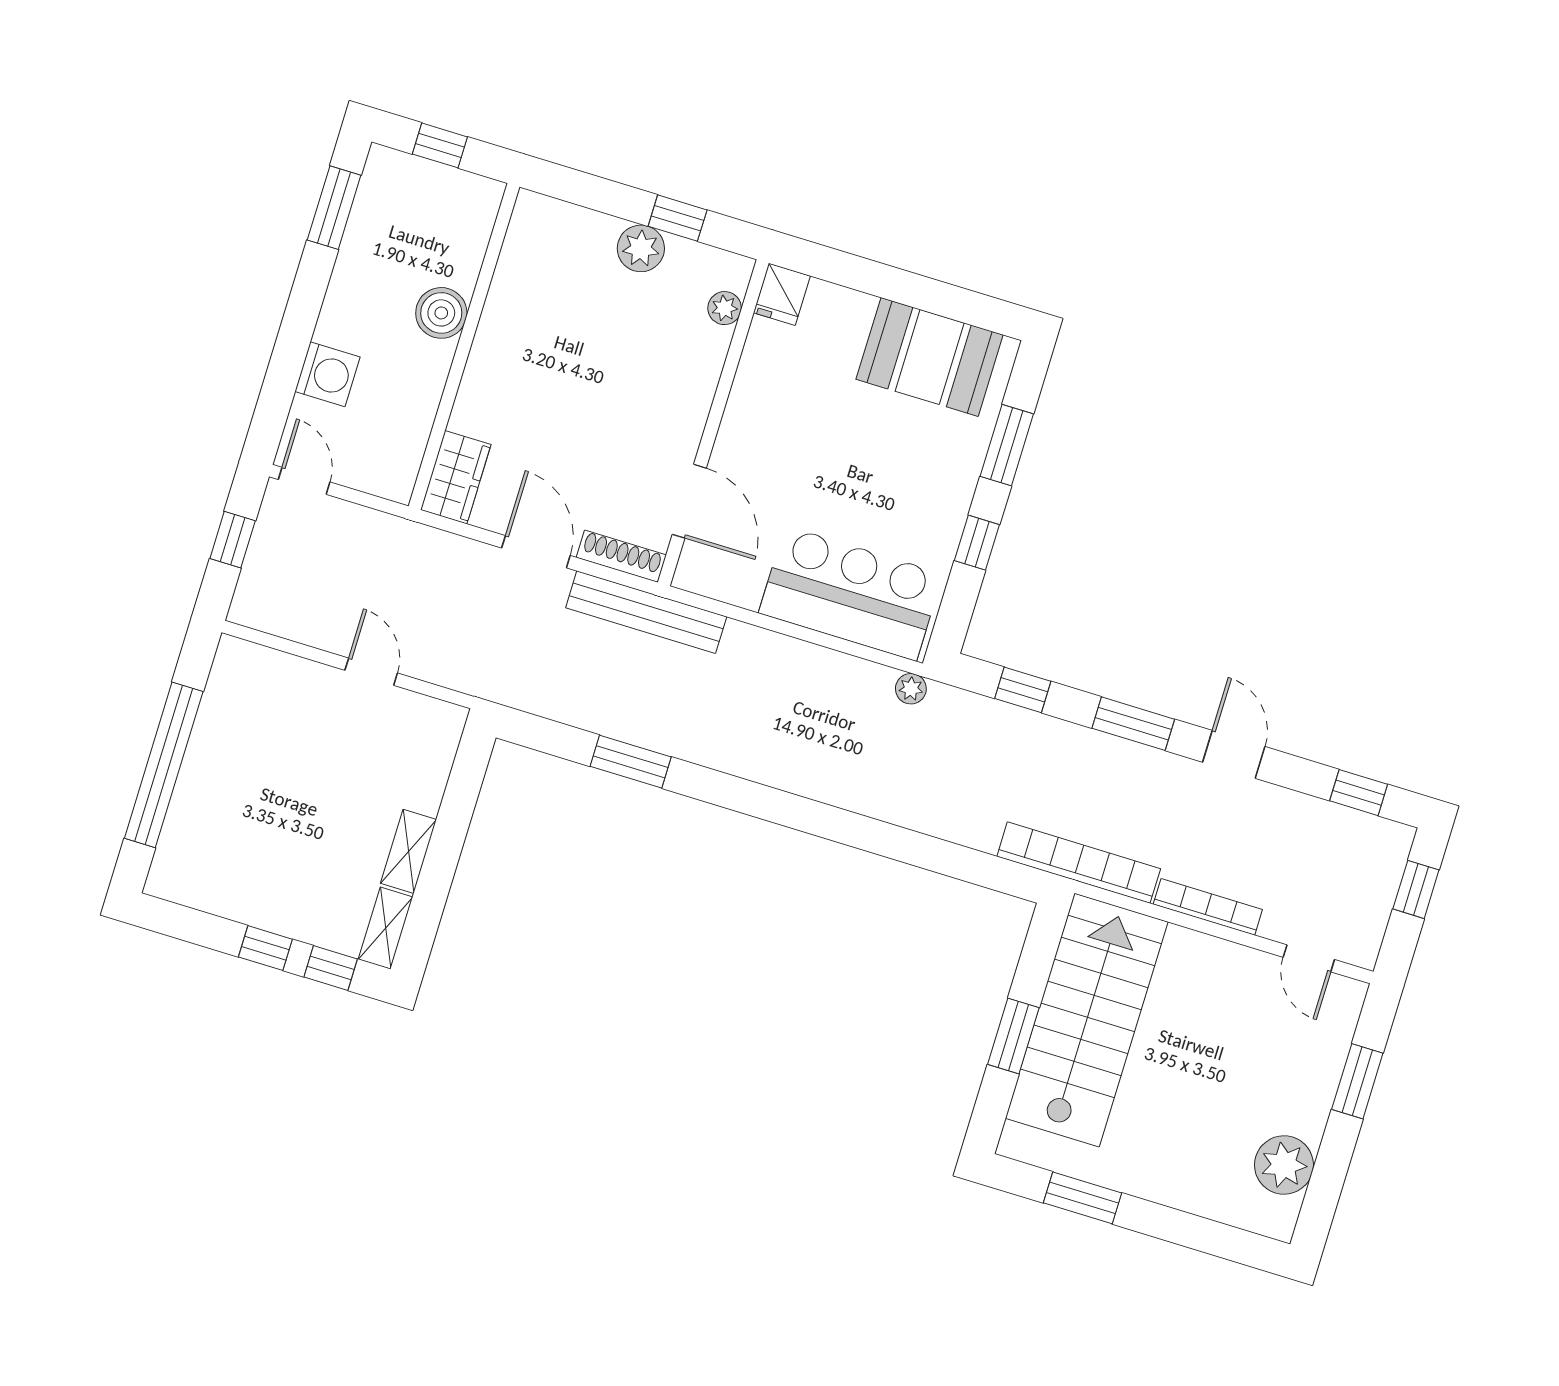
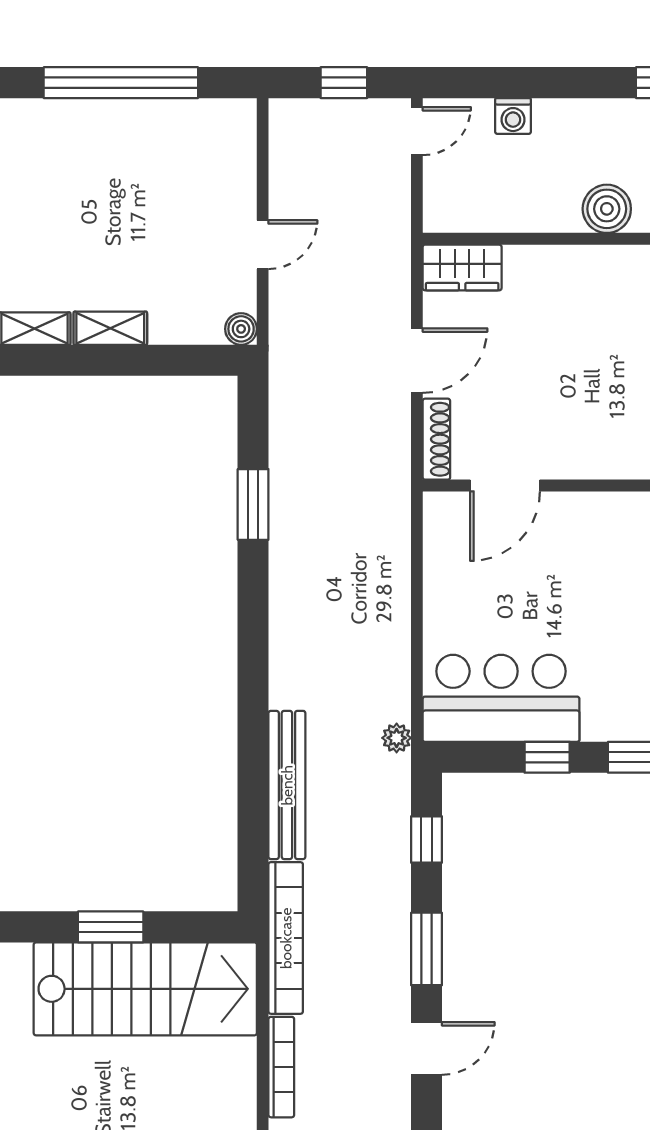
washing machine: (327, 374) -> (513, 116), width x0.73, depth x0.73
bar counter: (851, 593) -> (501, 698), moved, turned -90
bench: (646, 612) -> (287, 785), moved
boiler: (450, 720) -> (241, 329), added

